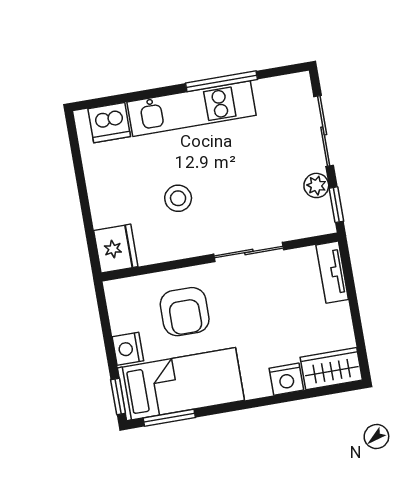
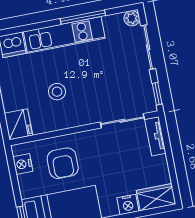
plant: (316, 185) -> (132, 18), moved
sliding door: (249, 252) -> (122, 121), moved
nightstand: (128, 349) -> (23, 164), moved

